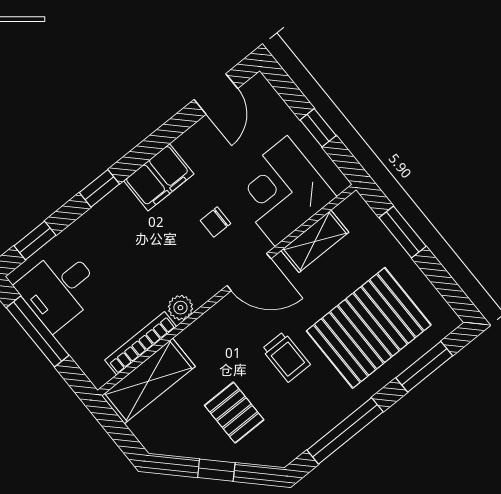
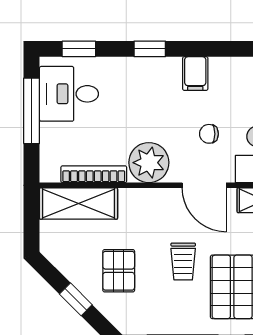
filing cabinet: (159, 177) -> (195, 74), width x0.50
plant: (180, 308) -> (149, 163), width x1.88, depth x1.88

